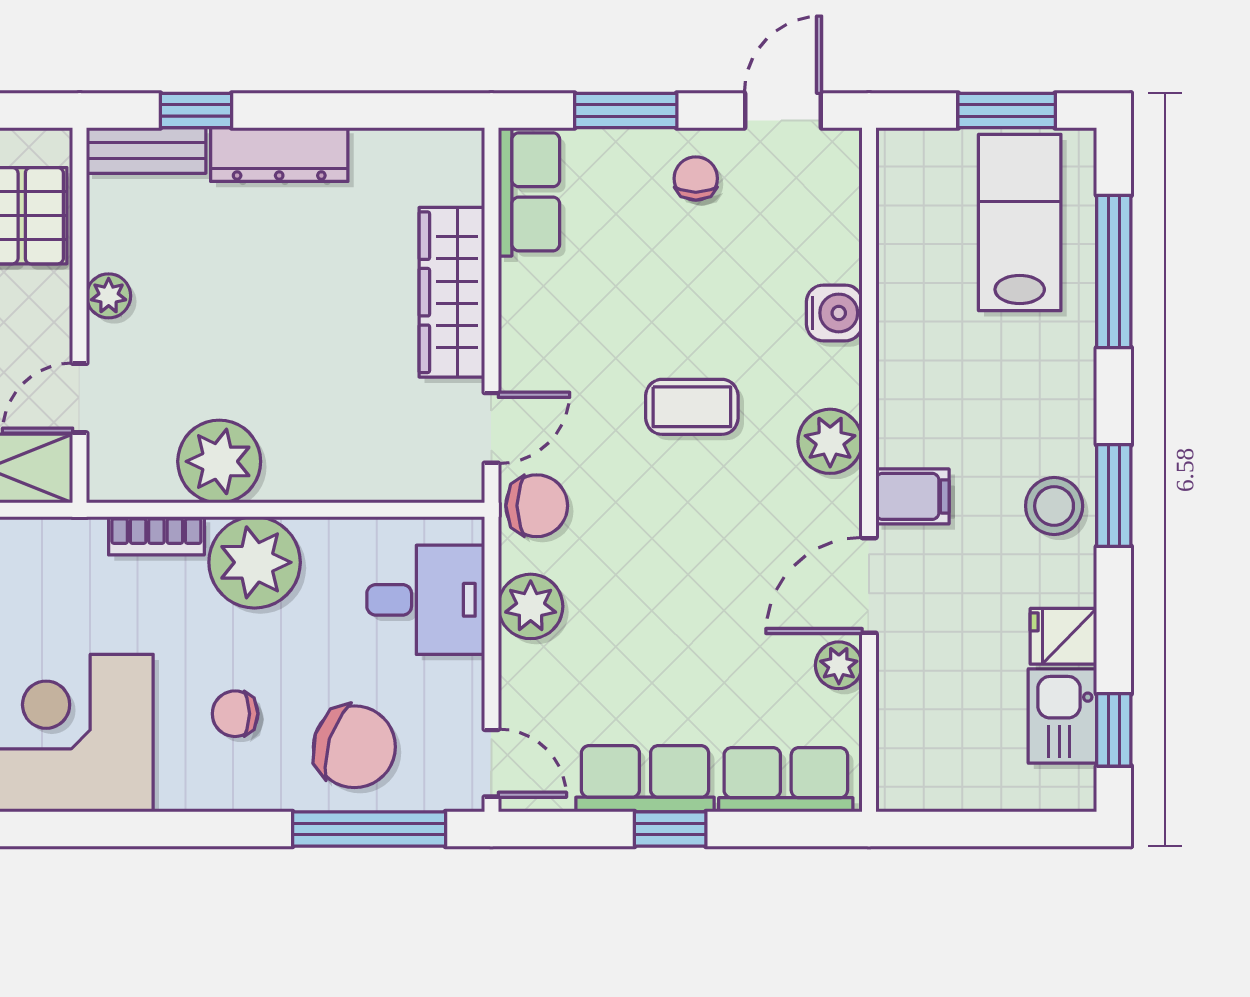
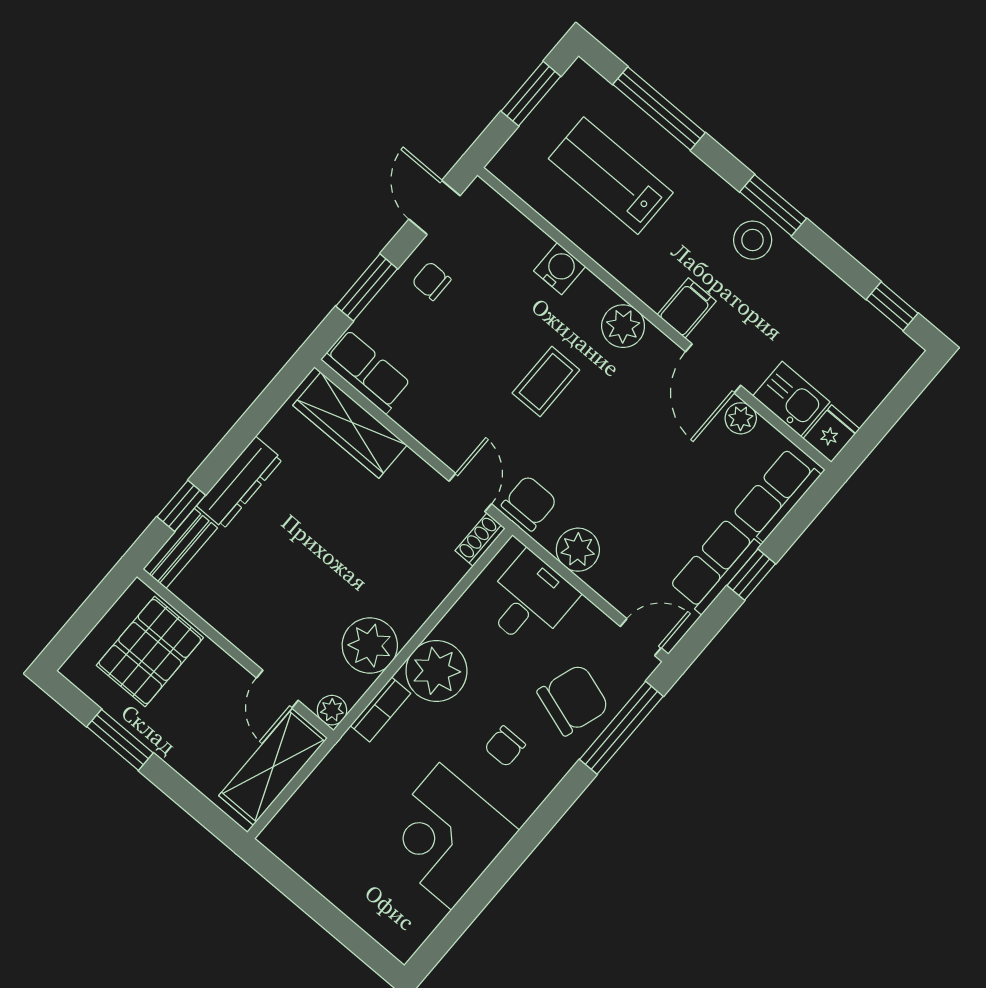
lab bench: (1020, 223) -> (611, 176), moved
wardrobe: (452, 292) -> (350, 425), moved
plant: (109, 296) -> (332, 710), moved
shoe rack: (447, 485) -> (480, 540), added
fridge: (1063, 636) -> (831, 434), moved, turned 180
kitchen sink: (1062, 716) -> (791, 399), moved, turned 180

